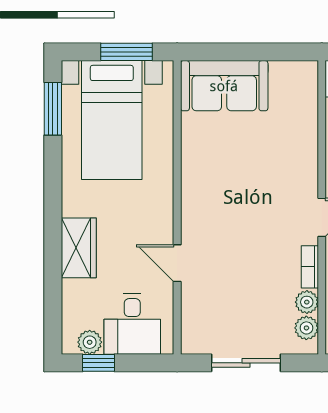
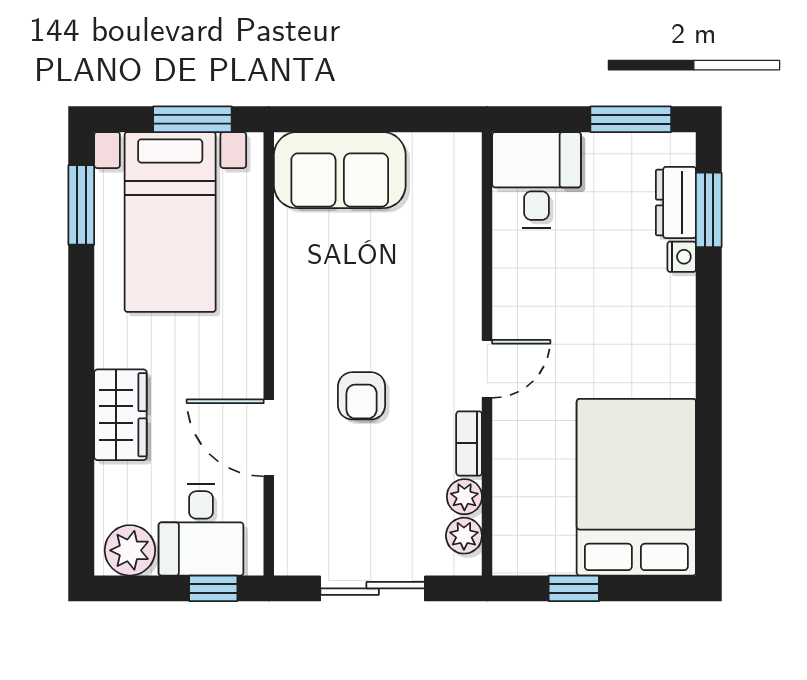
armchair: (239, 235) -> (362, 396), added
door: (177, 263) -> (269, 438), width x1.38
plant: (90, 342) -> (130, 550), width x1.38, depth x1.38
window: (99, 363) -> (213, 588), moved

